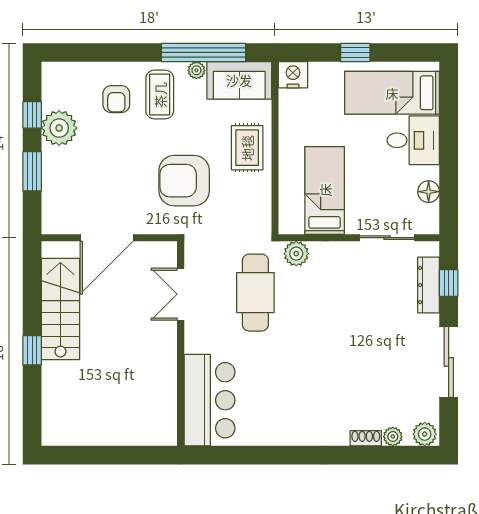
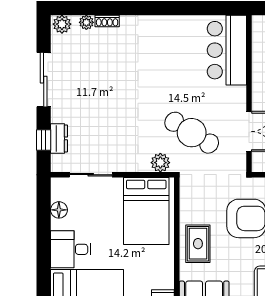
bed: (325, 190) -> (146, 211), width x1.50
dresser: (429, 285) -> (59, 138), width x0.70
cafe table: (255, 293) -> (192, 133), turned -58

